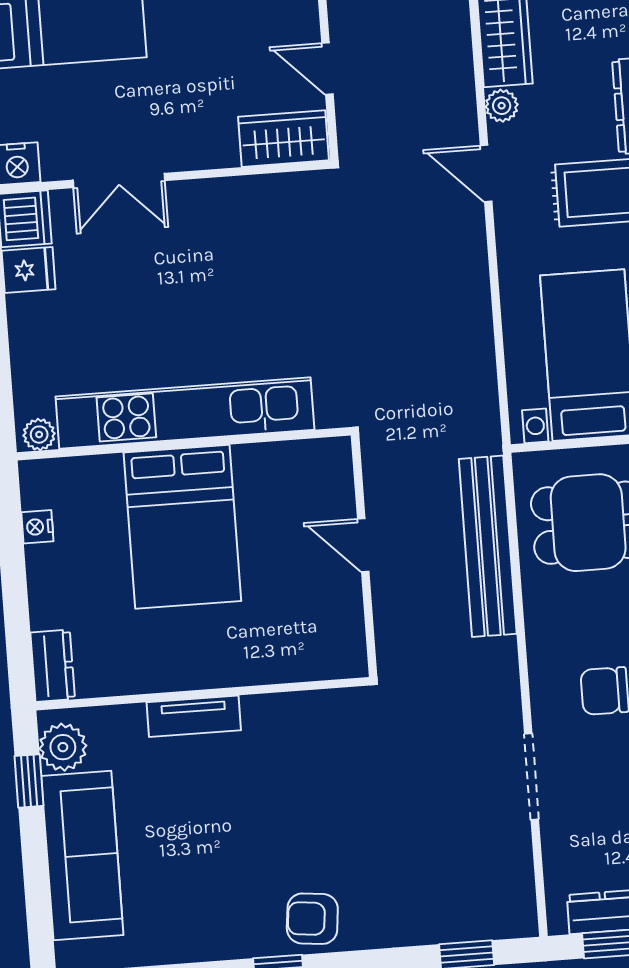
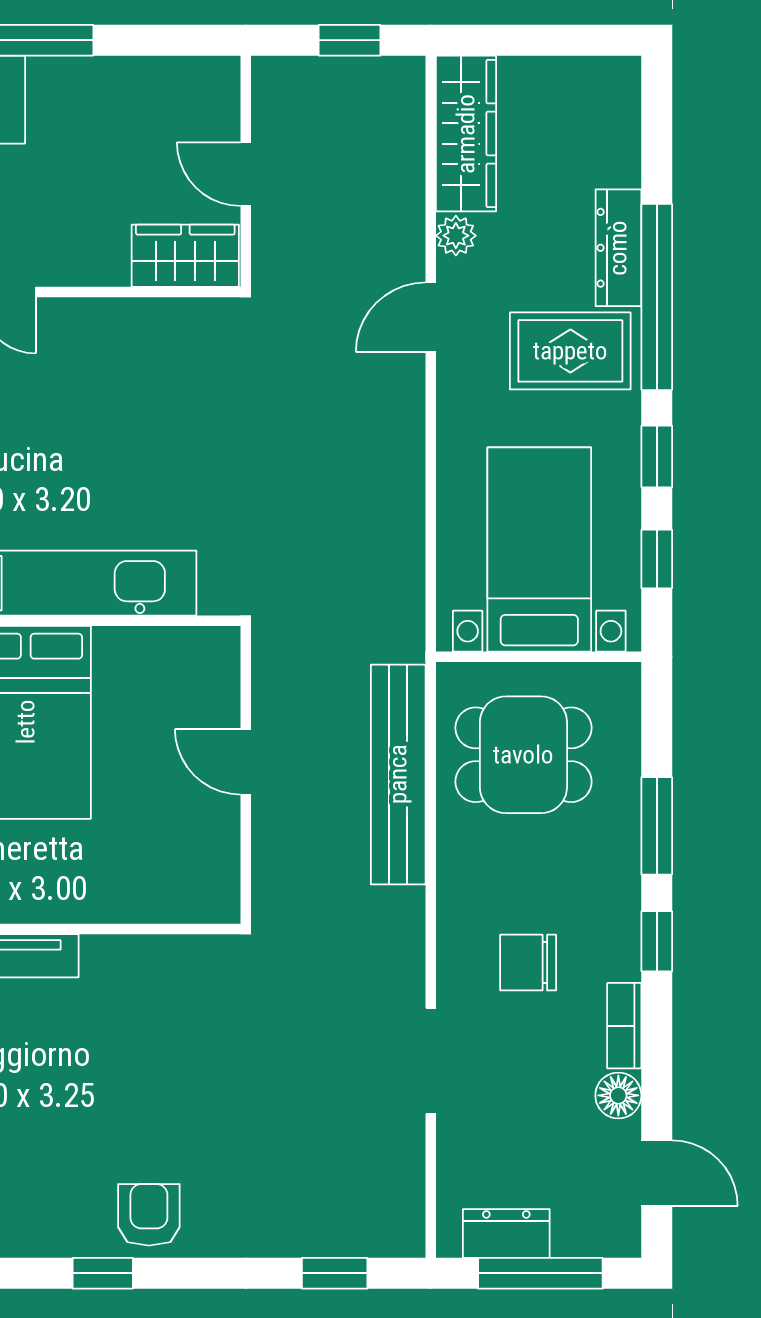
door: (486, 174) -> (431, 317), hinge flipped
armchair: (312, 919) -> (149, 1215), turned 84

